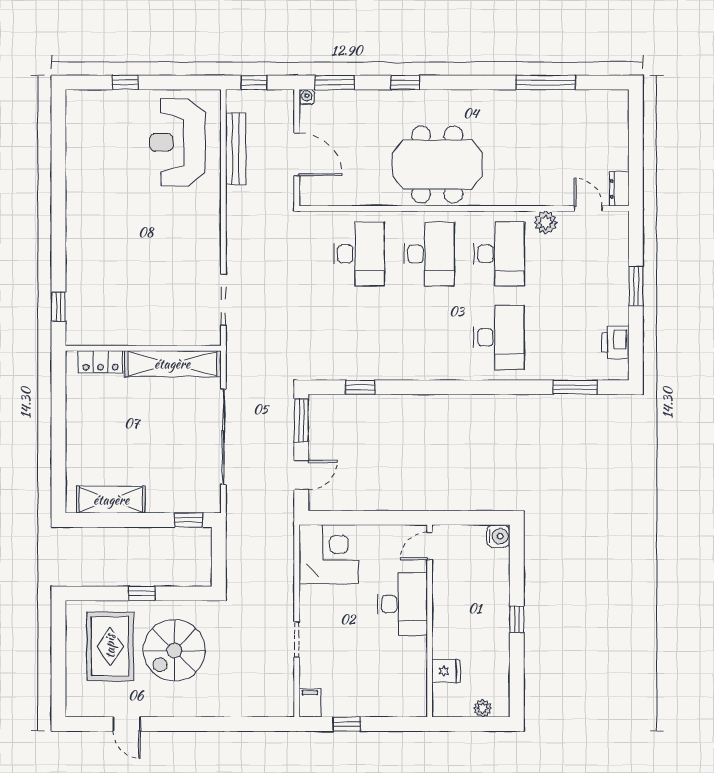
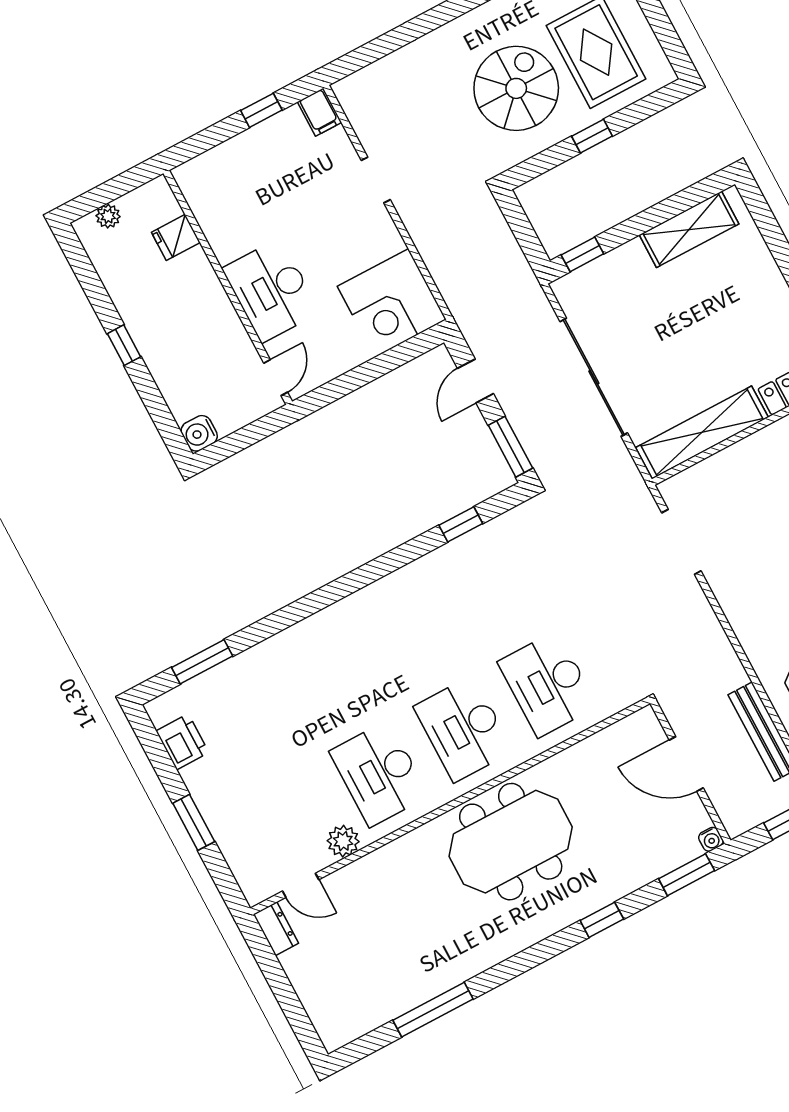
desk: (499, 337) -> (326, 673), removed

